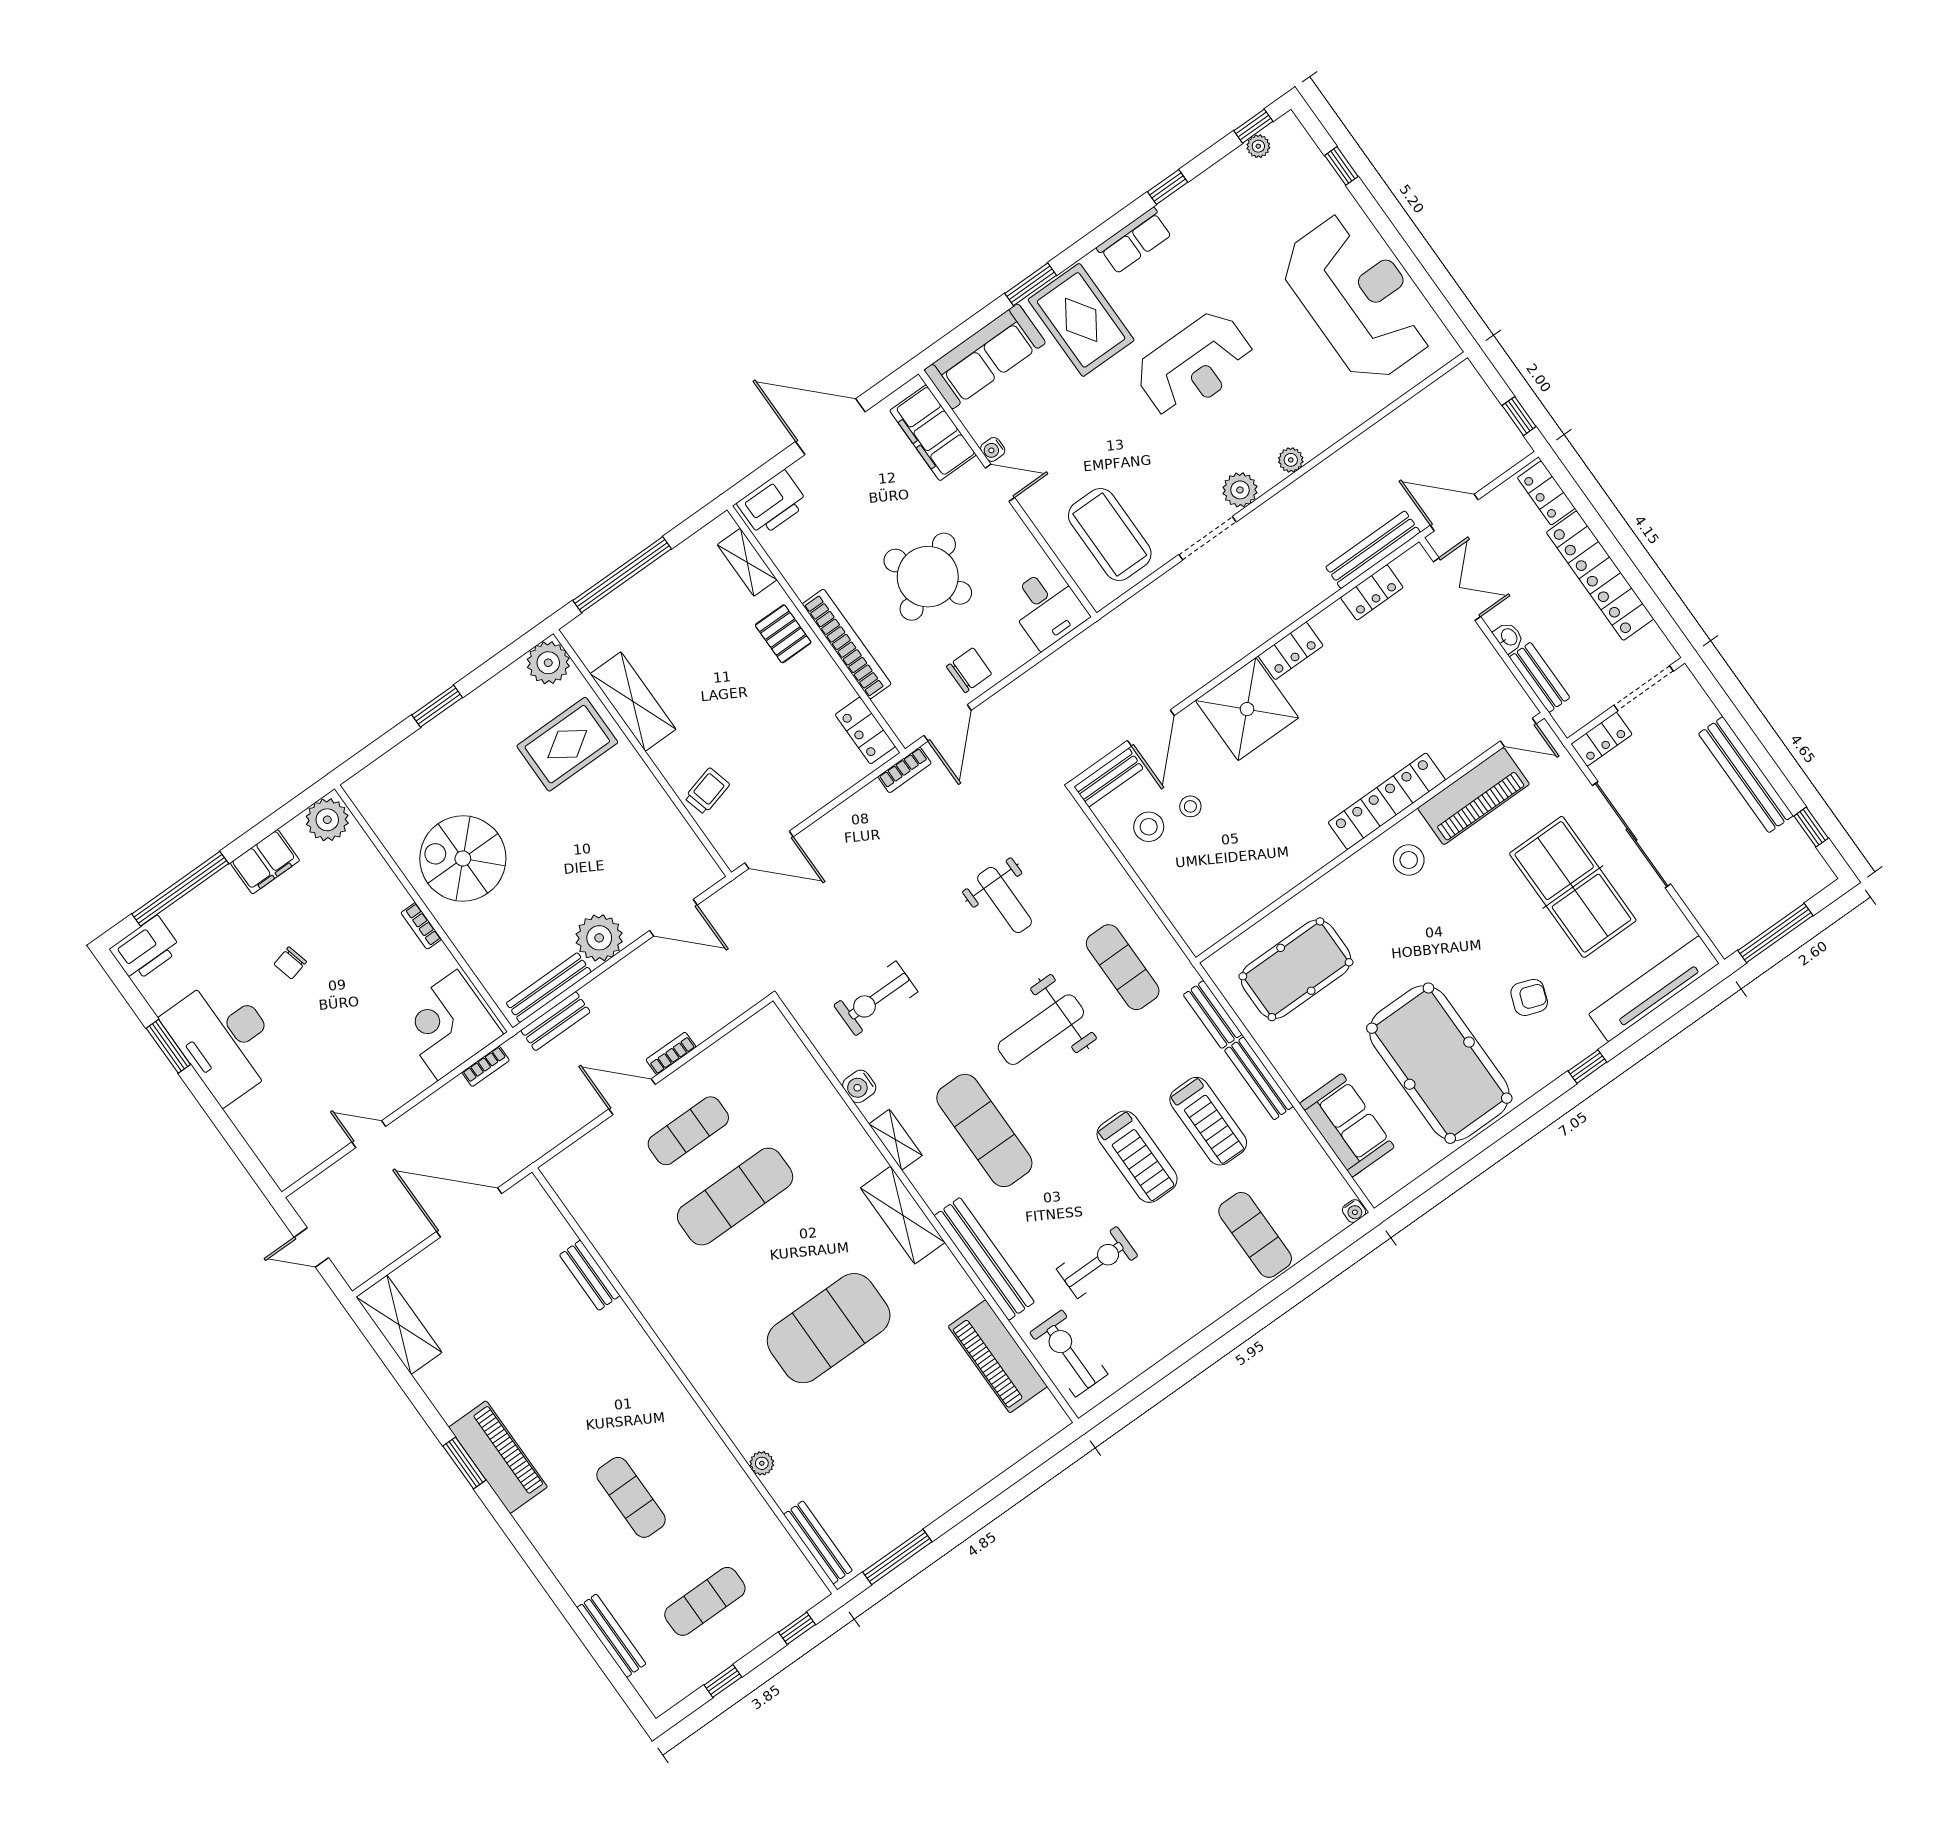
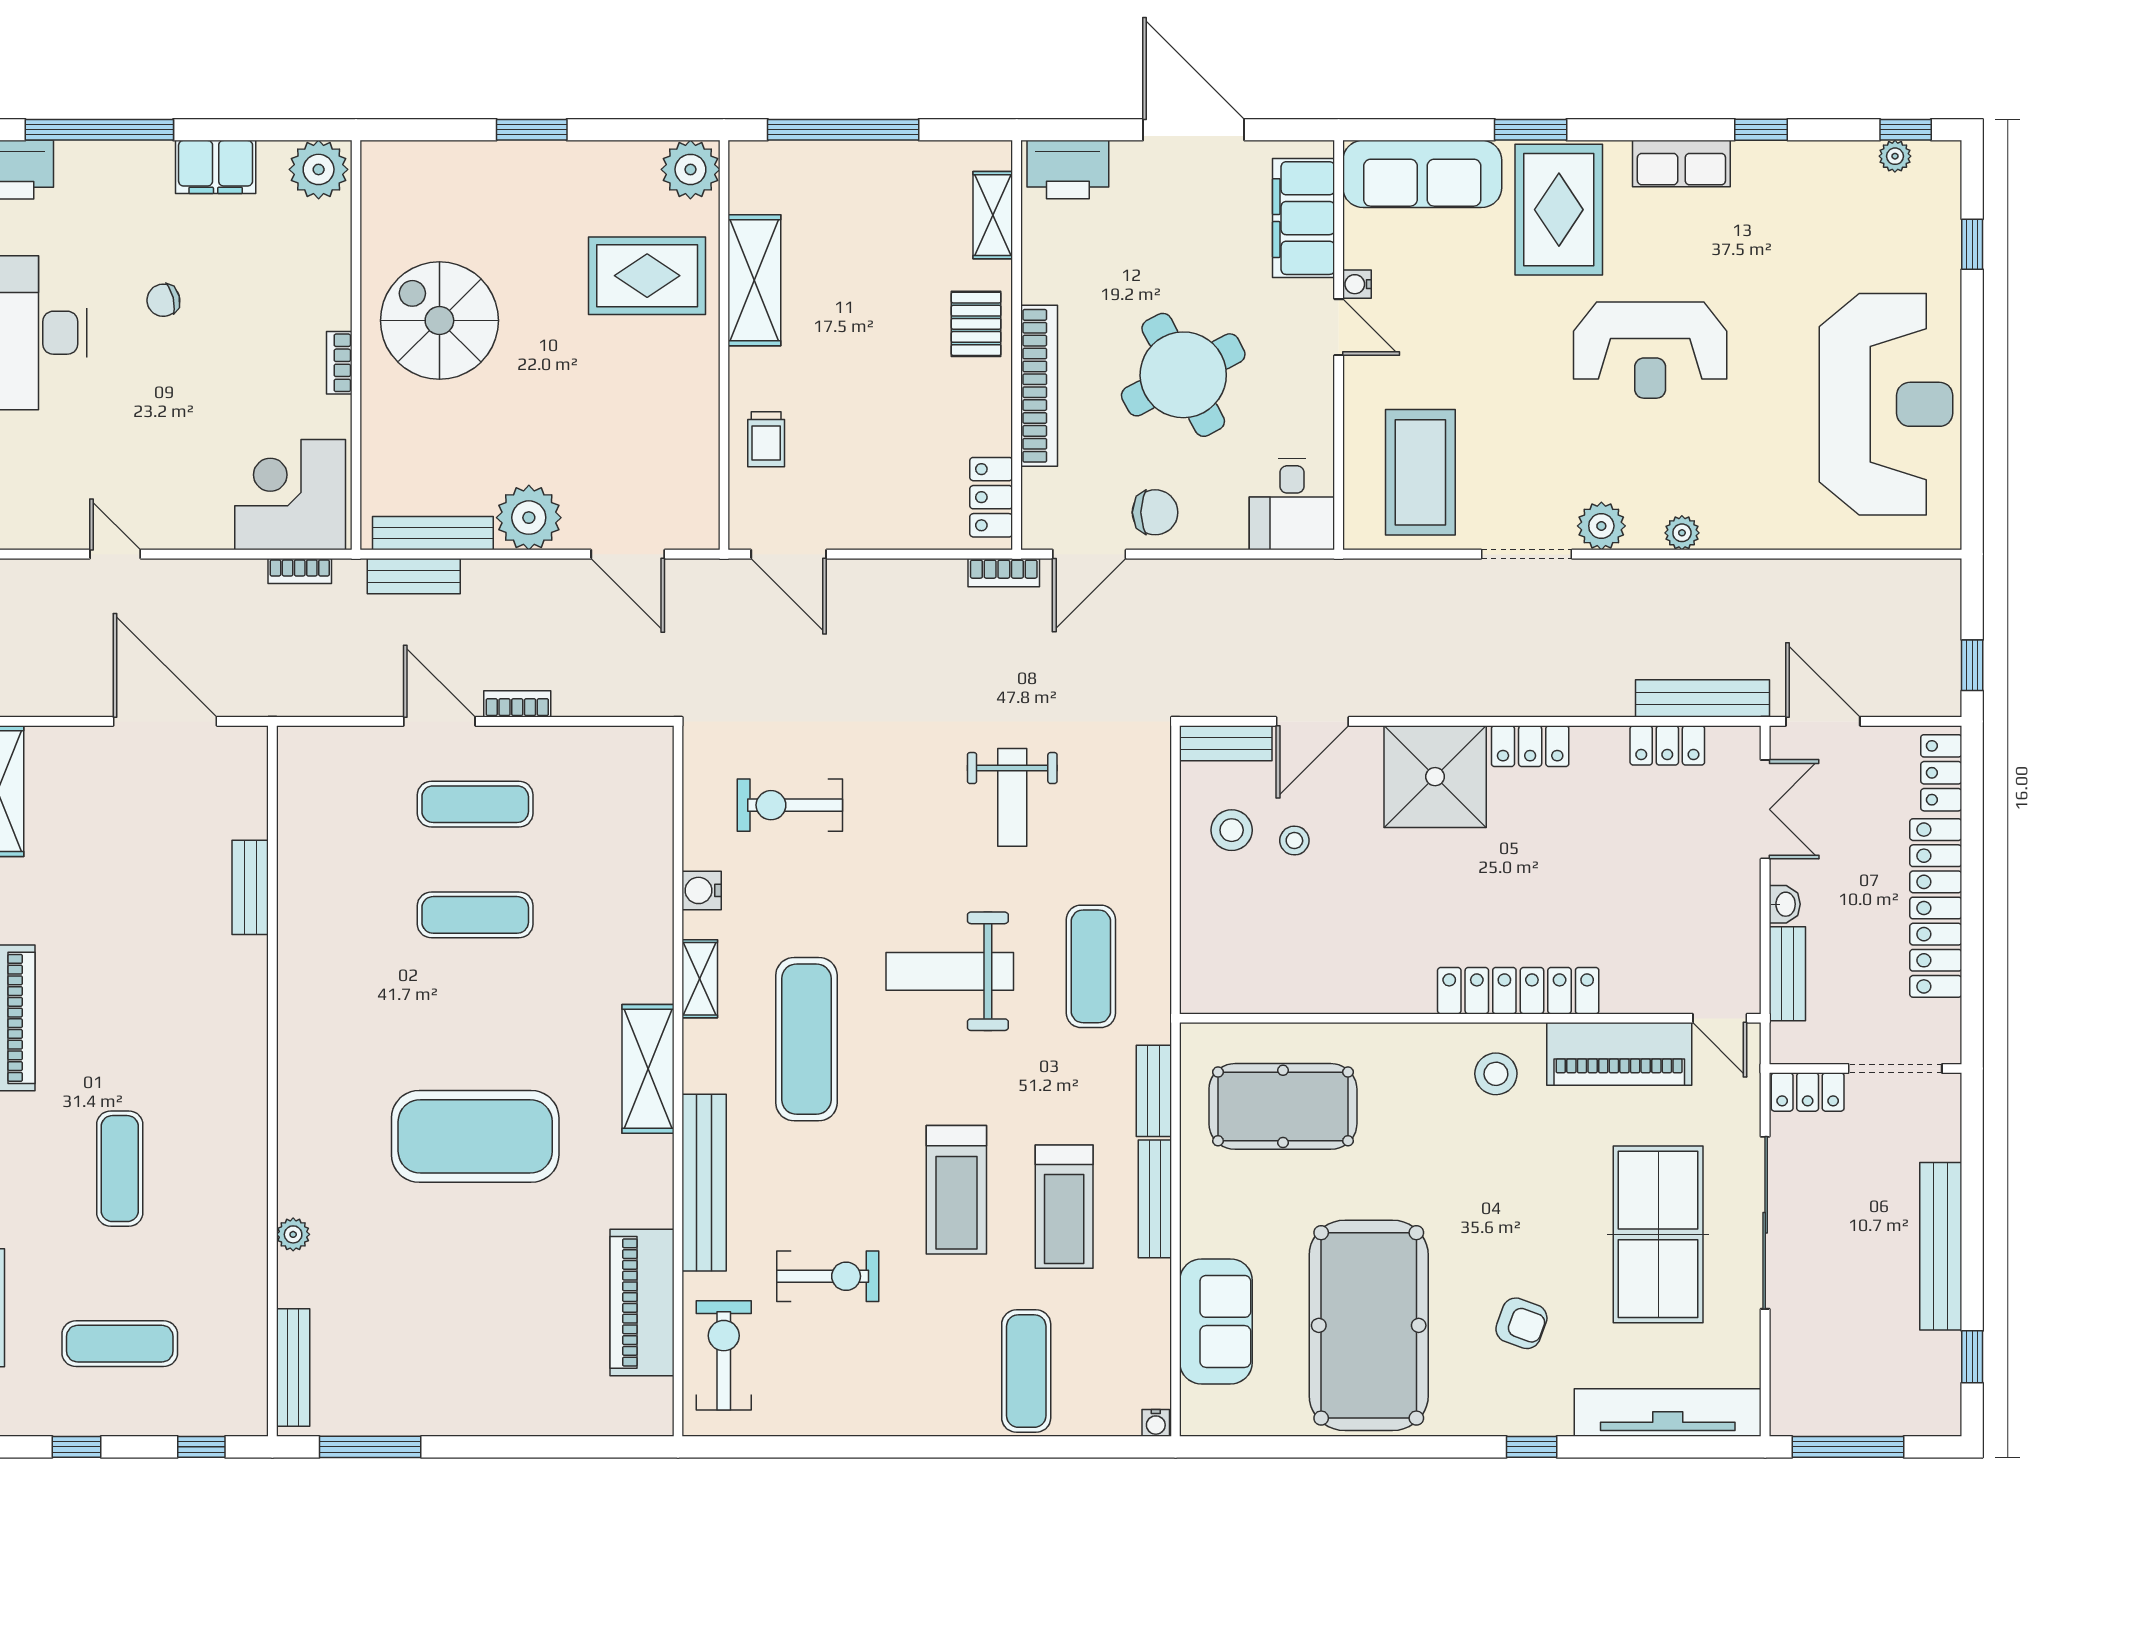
trolley: (707, 791) -> (766, 439), turned 105
exercise mat: (735, 1197) -> (475, 915), width x0.73, depth x0.69

